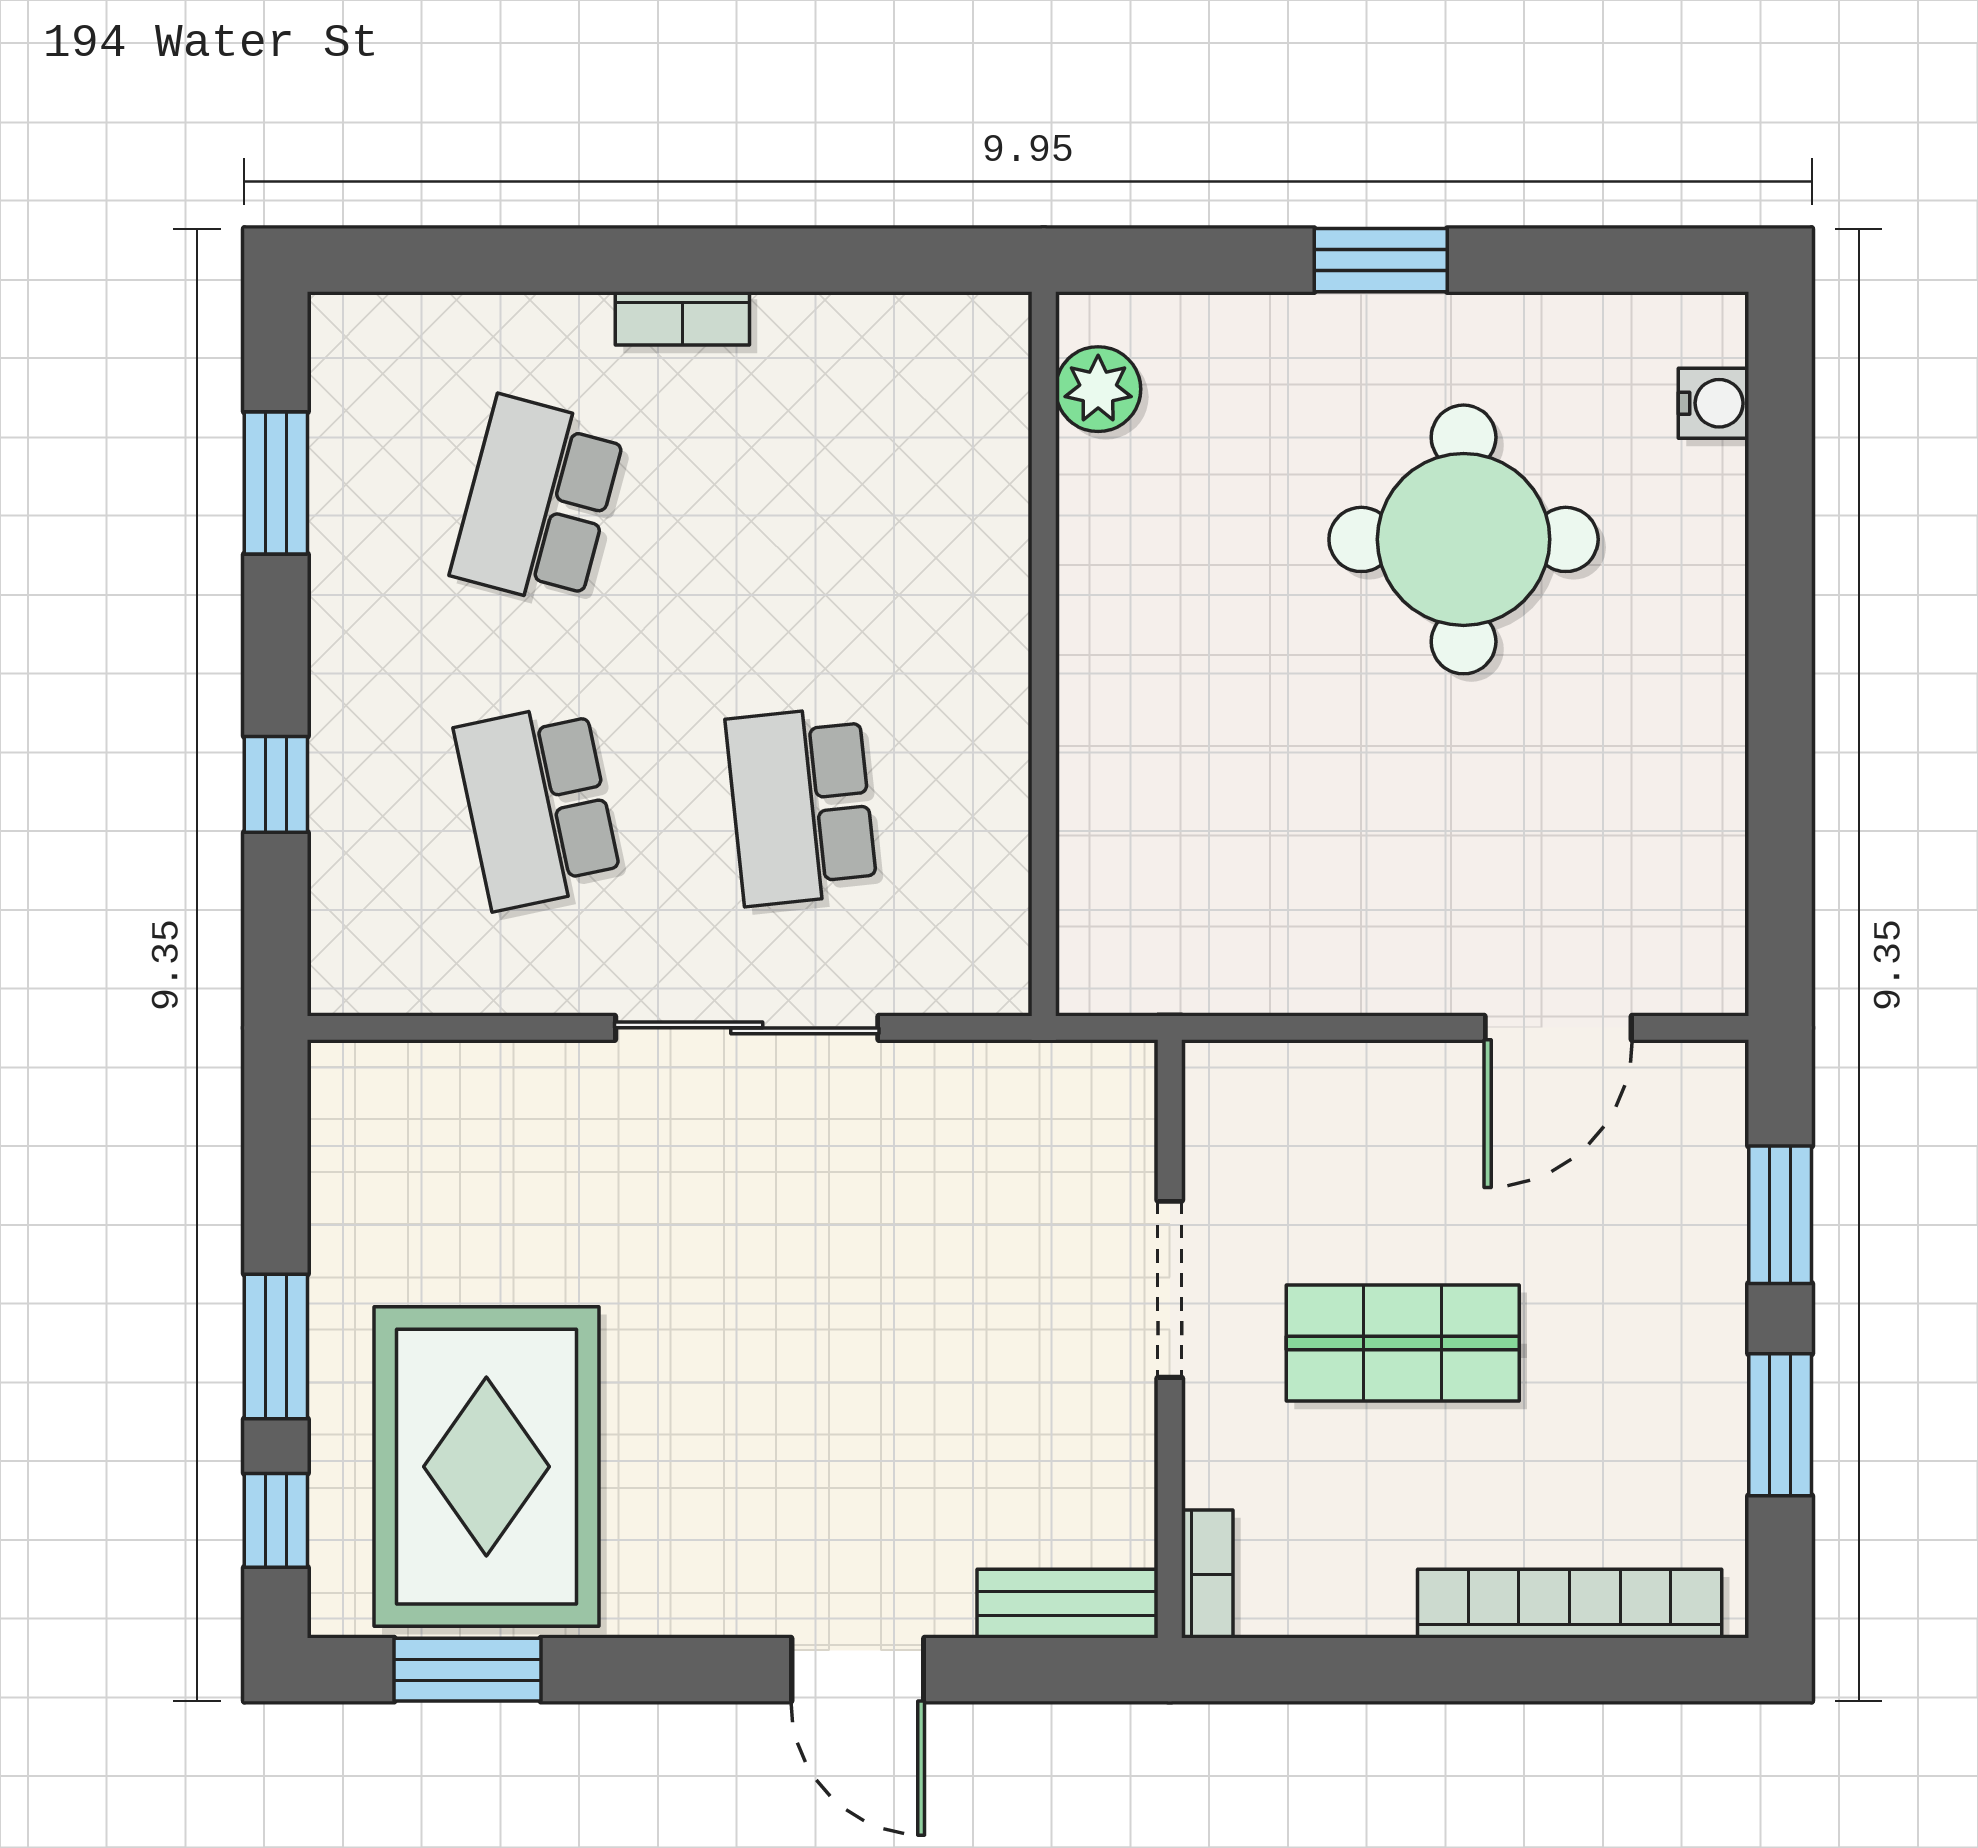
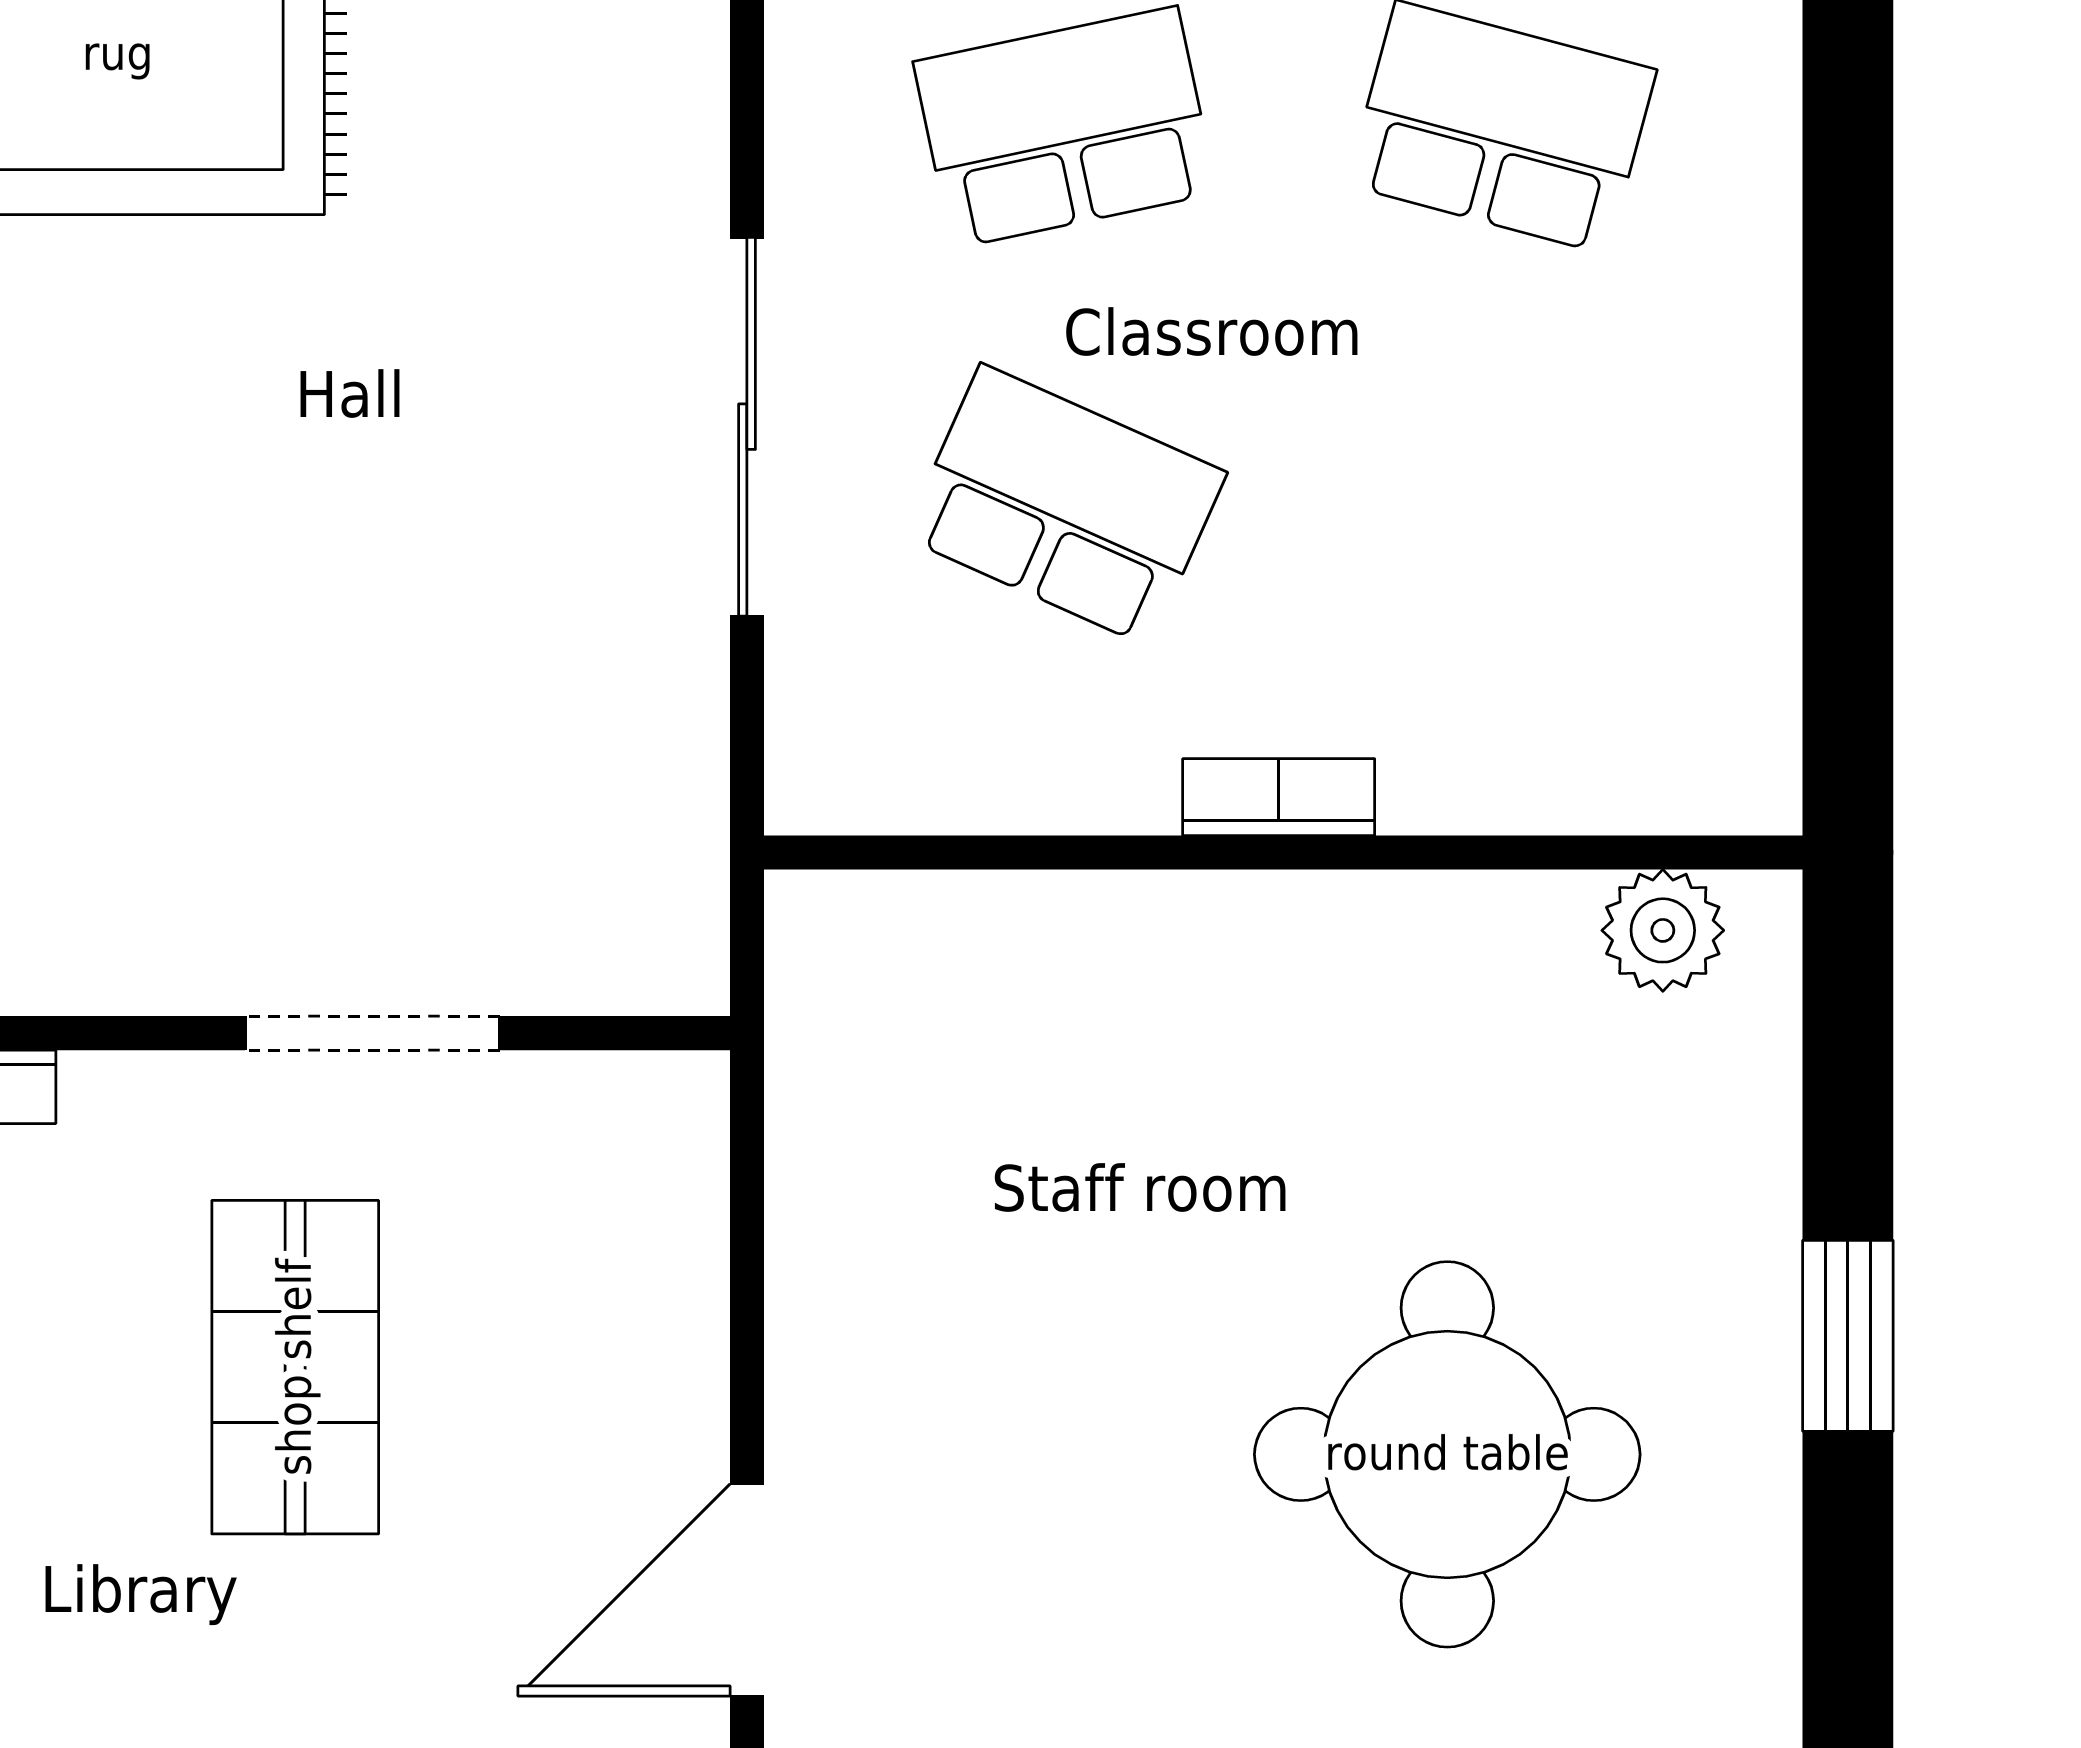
bookcase: (682, 318) -> (1279, 797), moved, turned 90
school desk: (801, 806) -> (1065, 505), turned 30
door: (1558, 1028) -> (747, 1590), hinge flipped

